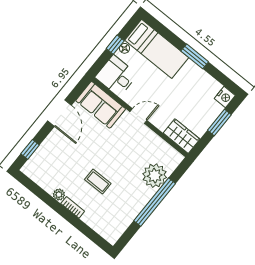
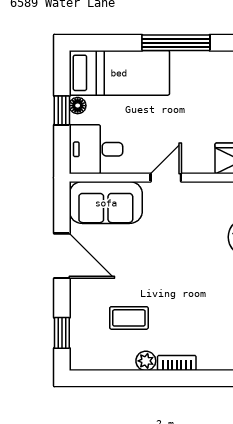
window: (195, 56) -> (176, 43), width x1.44
coffee table: (98, 182) -> (129, 318), moved

